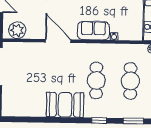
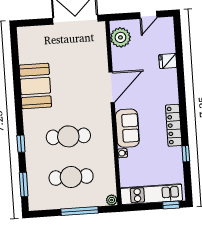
booth: (65, 105) -> (35, 86), moved

